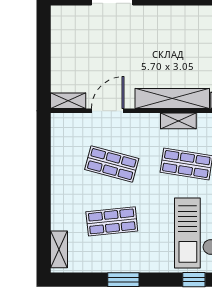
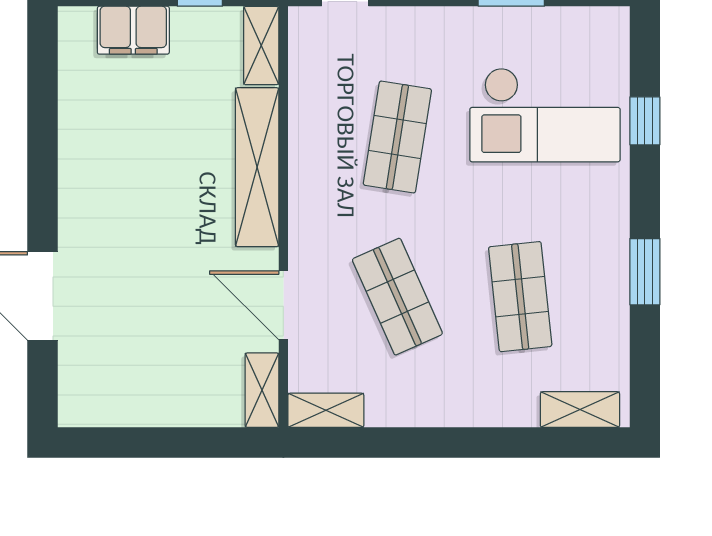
shelving: (178, 121) -> (326, 410), moved, turned 90
shop shelf: (112, 164) -> (397, 297), turned -39

